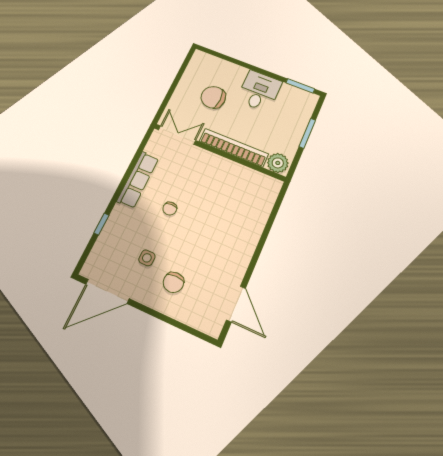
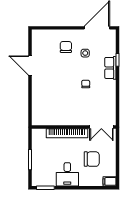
filing cabinet: (202, 58) -> (110, 181), added
plant: (278, 163) -> (39, 135), removed
row of seats: (138, 180) -> (110, 68), moved, width x0.68
door: (236, 304) -> (30, 65), moved

